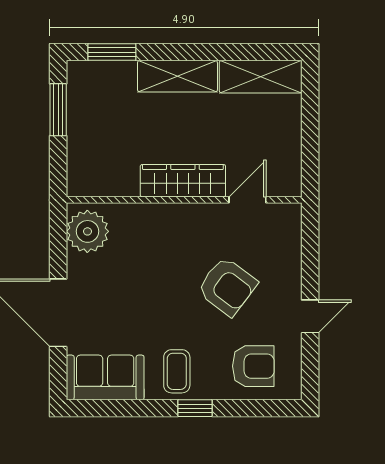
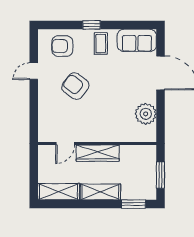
wardrobe: (183, 181) -> (98, 153), moved
wall: (184, 200) -> (97, 143), moved
door: (247, 200) -> (65, 143), moved

